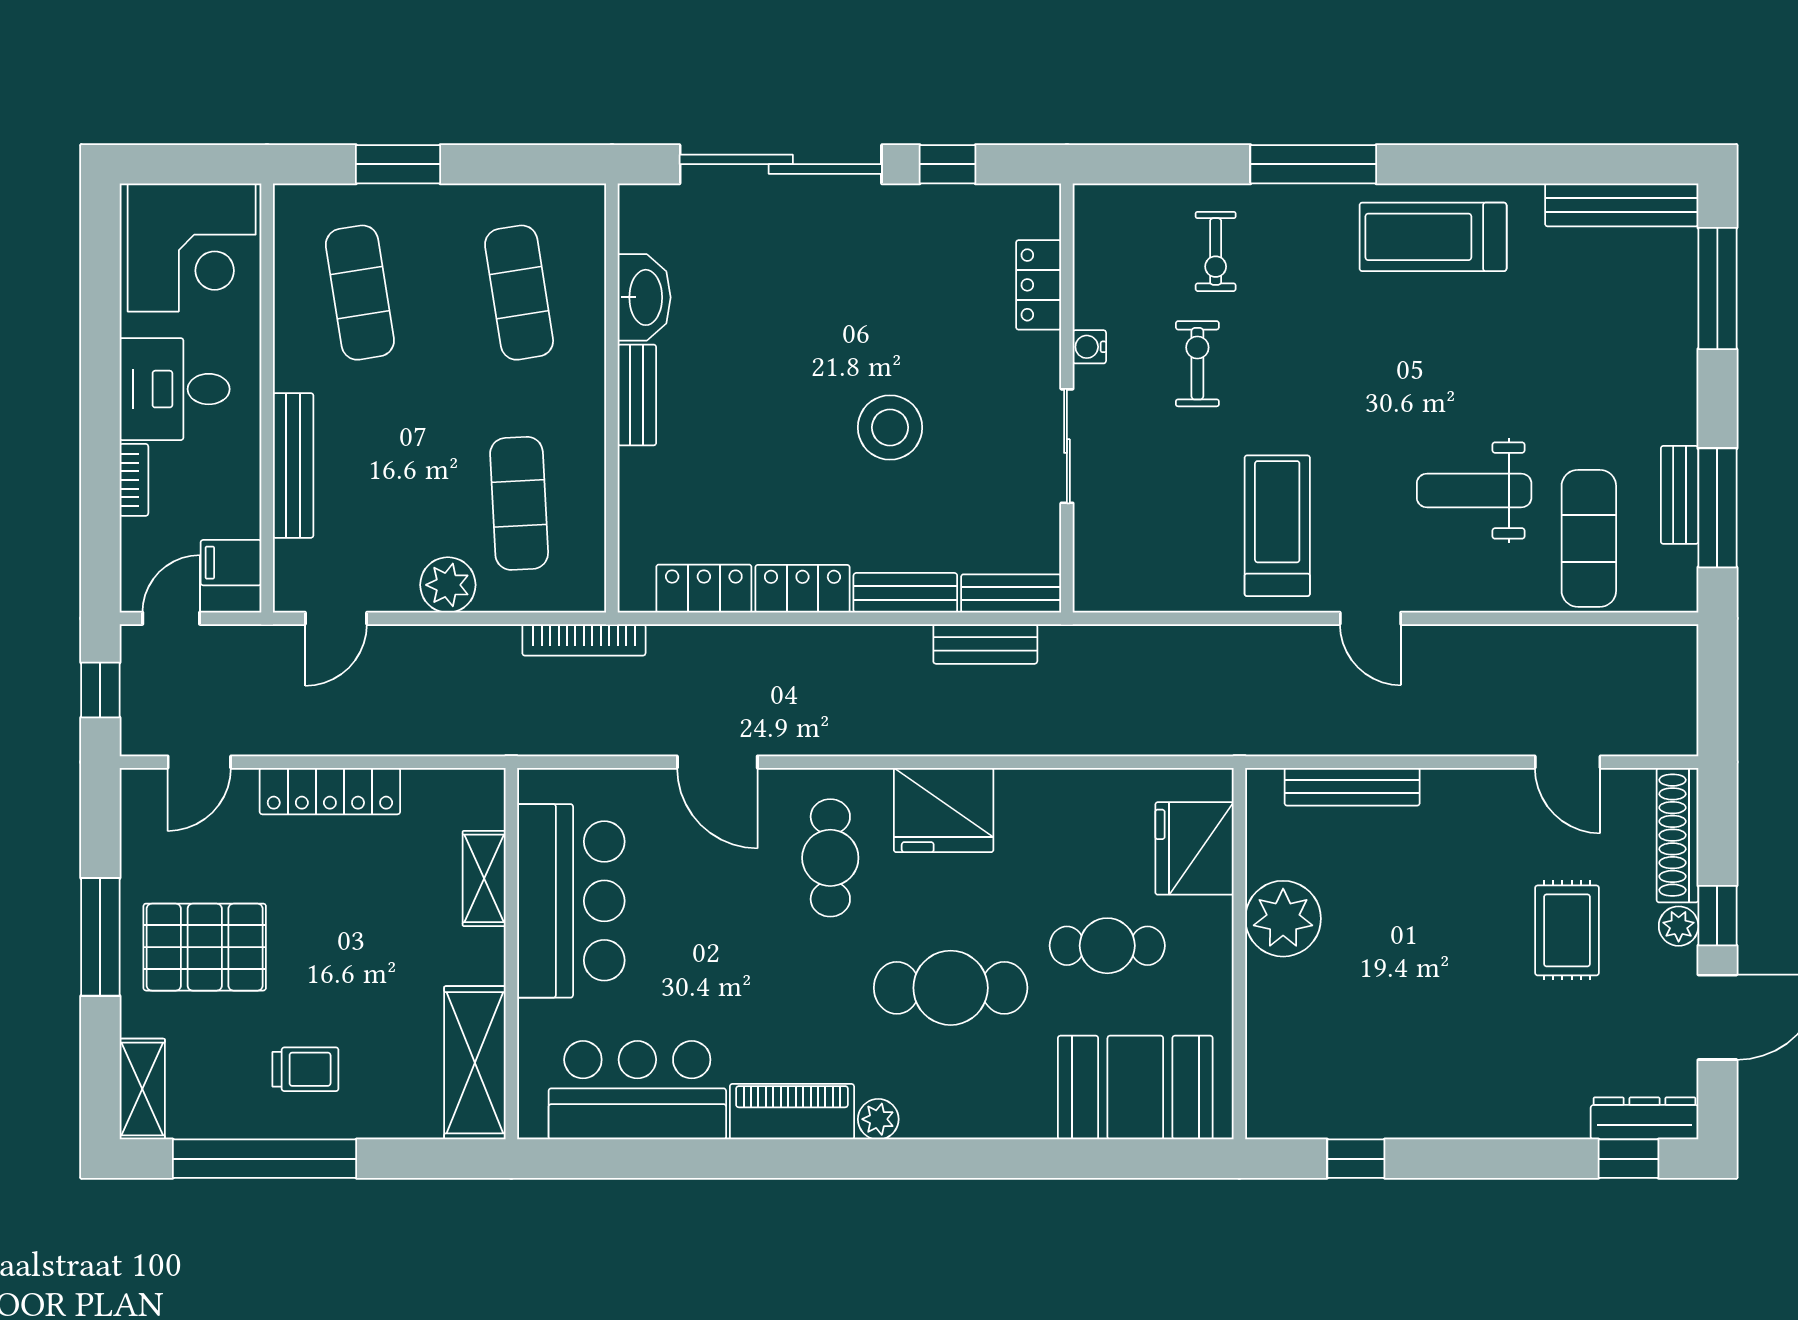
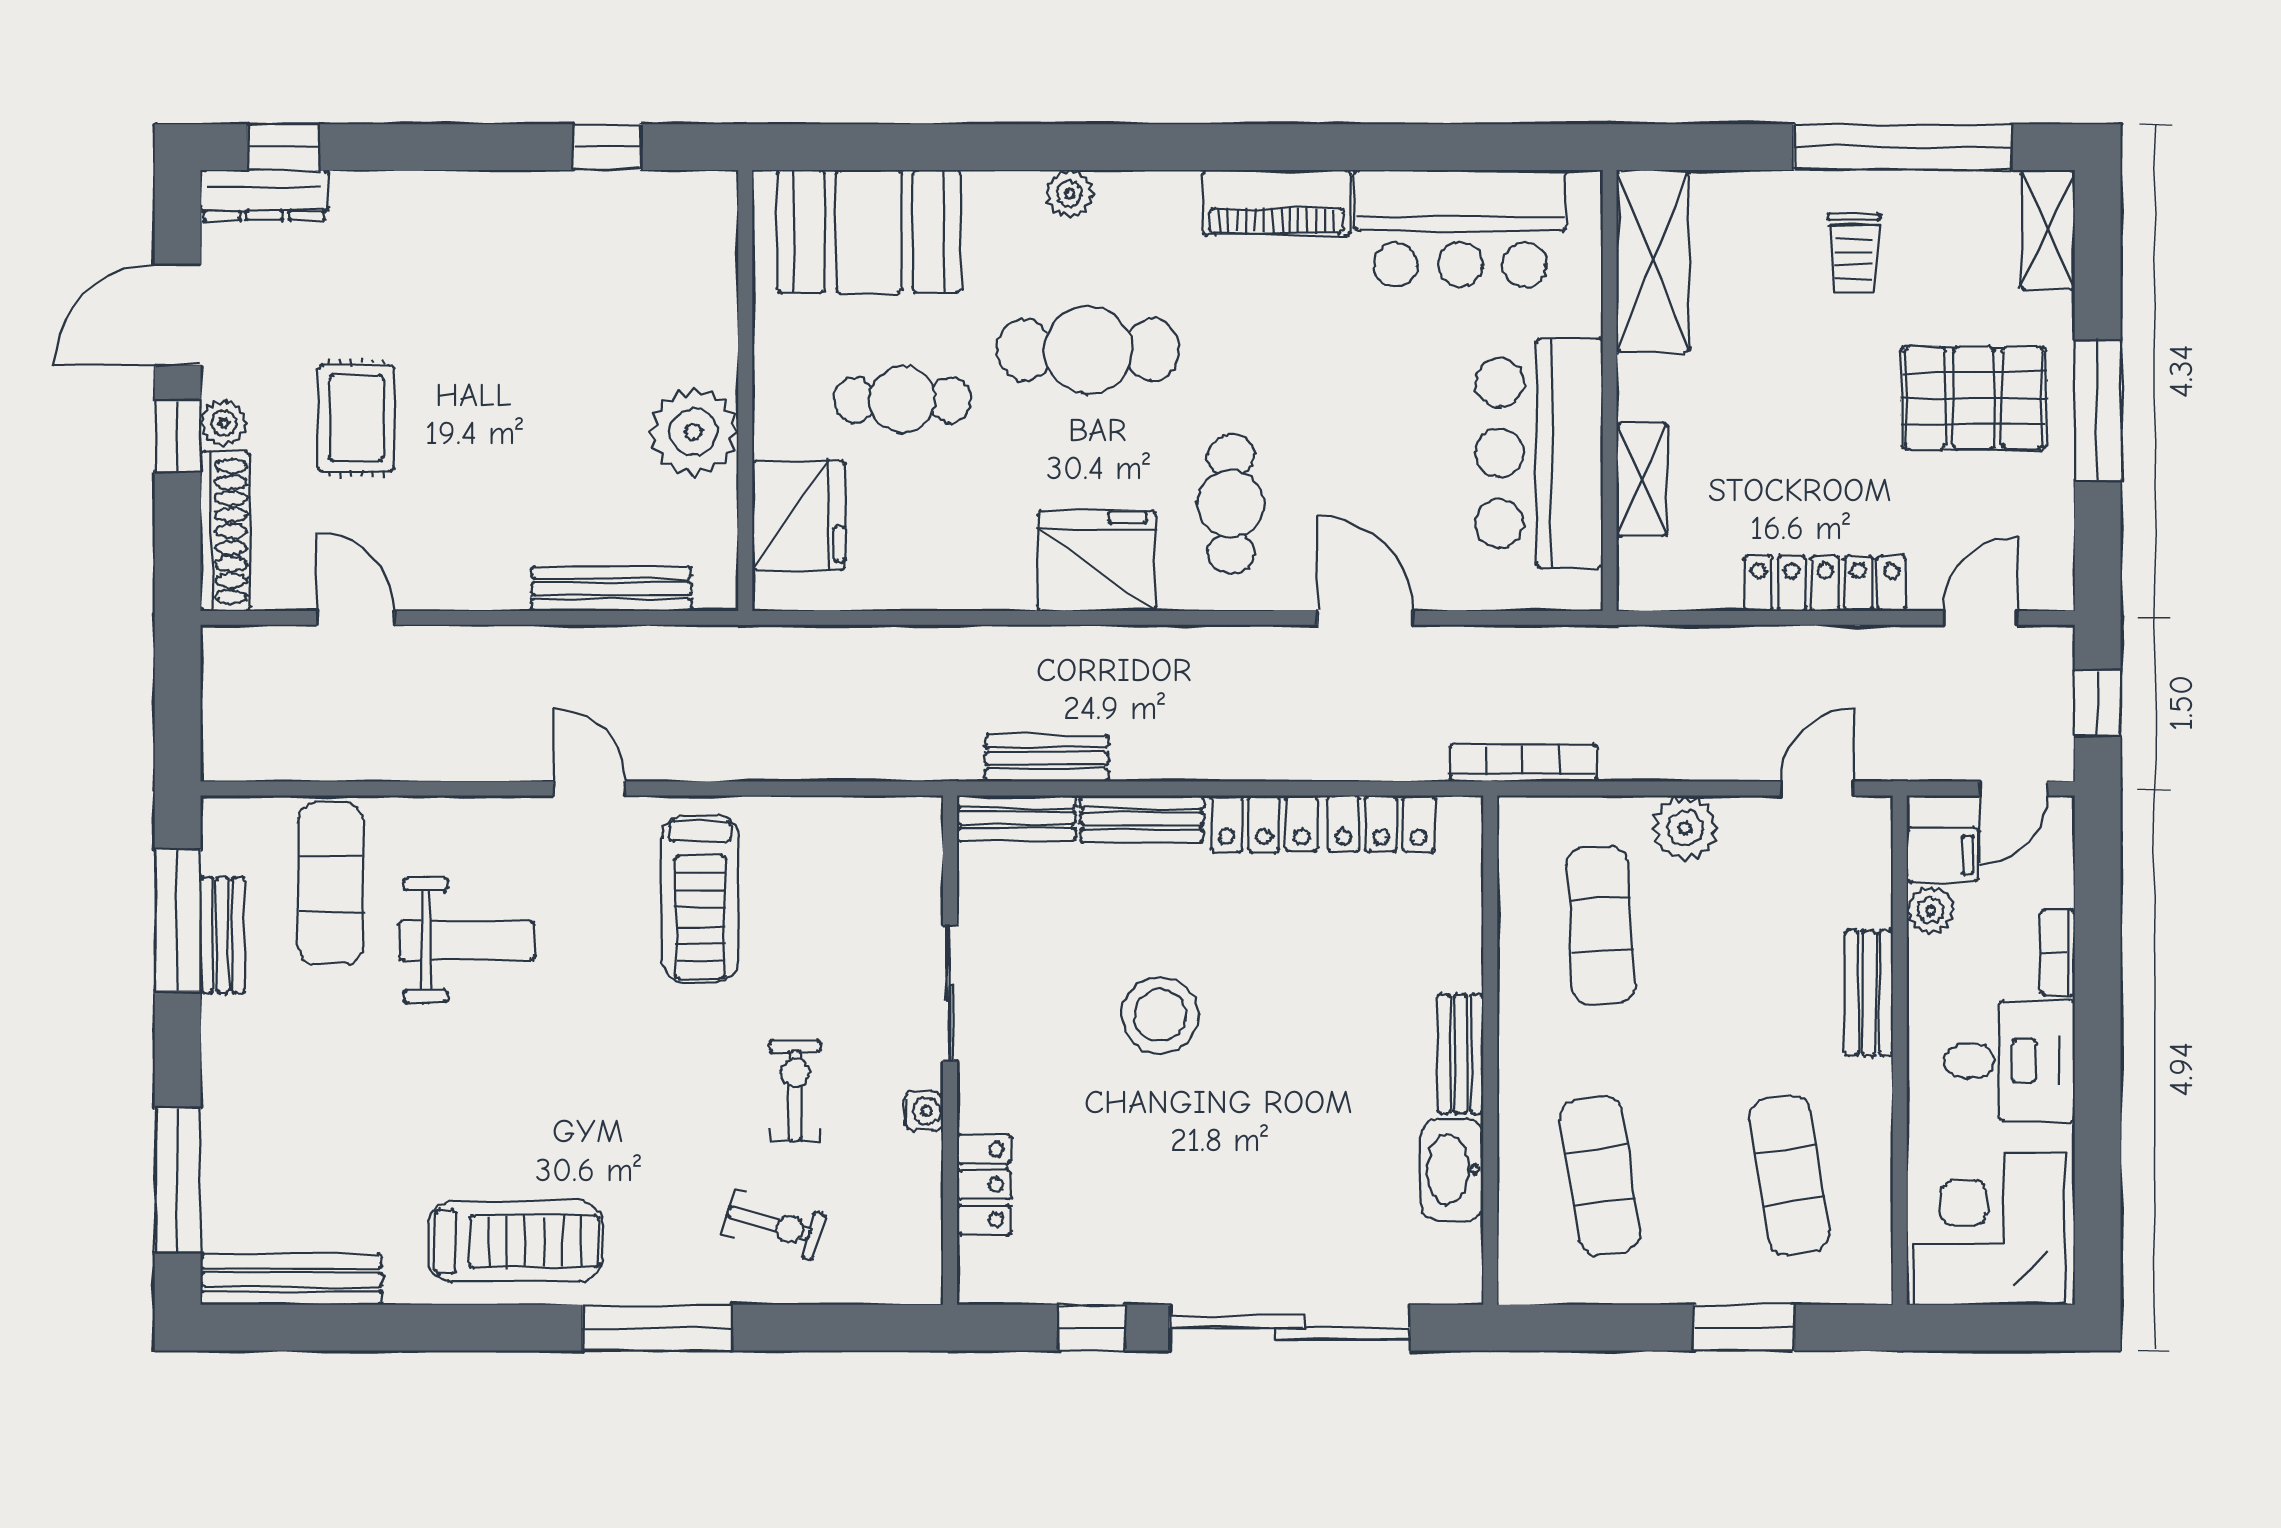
exercise bike: (1216, 252) -> (773, 1224), turned 106
exercise bike: (1197, 364) -> (795, 1091), turned 180
bench: (293, 465) -> (1869, 993), width x0.73
plant: (241, 516) -> (1931, 910), added
trolley: (305, 1069) -> (1854, 253), turned -90
plant: (878, 1119) -> (1069, 194), moved

